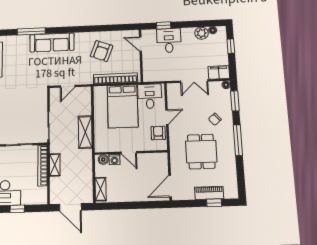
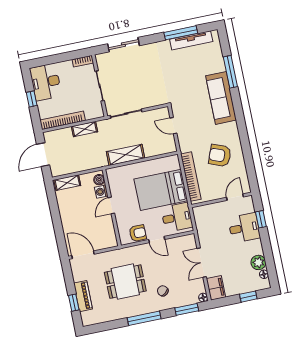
bookcase: (43, 166) -> (63, 120), moved

